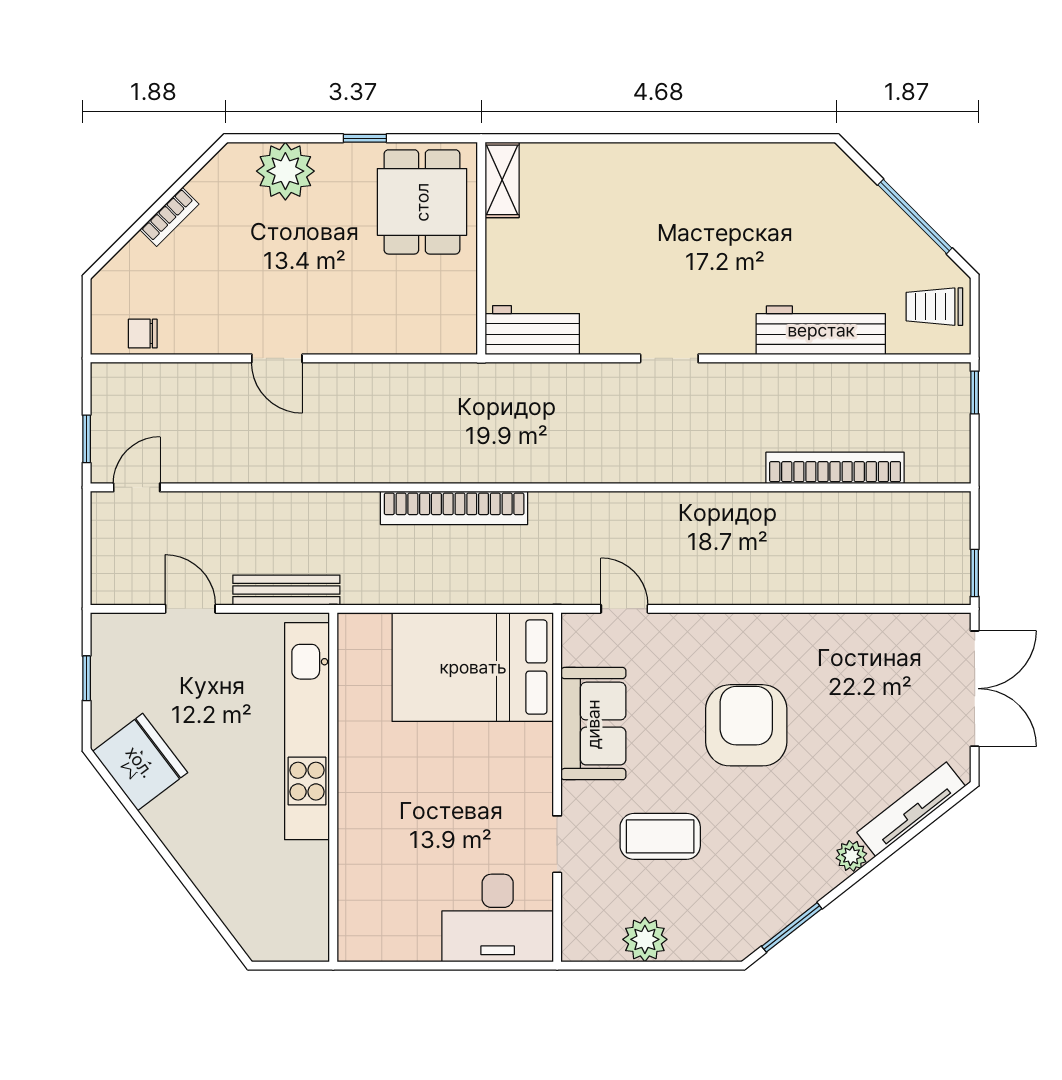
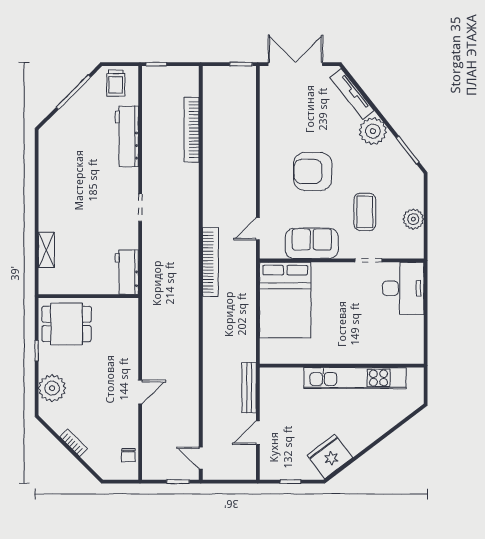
shelving: (502, 180) -> (46, 250), moved, turned 90
bookcase: (454, 508) -> (210, 262), moved
kitchen unit: (307, 731) -> (355, 378), moved
plant: (851, 856) -> (373, 131), width x1.87, depth x1.87

